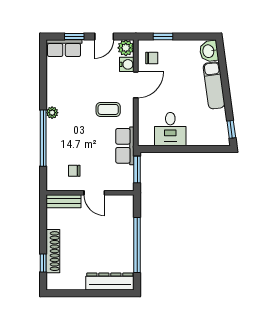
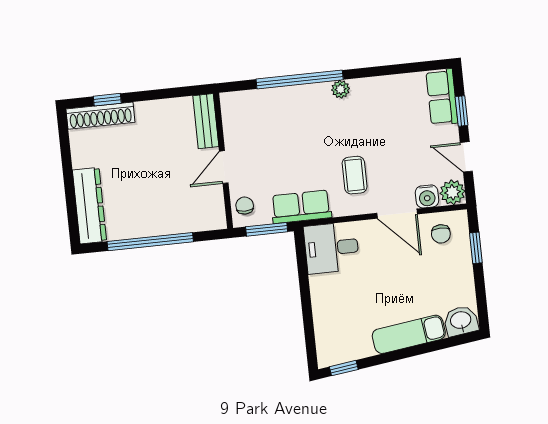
desk: (170, 129) -> (332, 248), moved
chair: (74, 171) -> (245, 206), moved
shoe rack: (53, 251) -> (100, 116), moved

